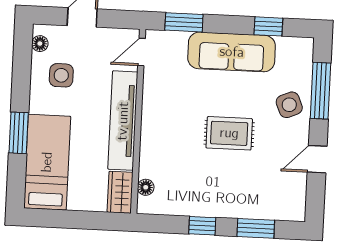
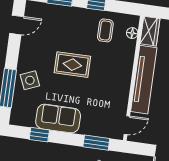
sofa: (232, 52) -> (58, 119), width x0.73
door: (317, 159) -> (17, 25), moved
coffee table: (185, 188) -> (105, 30), added

